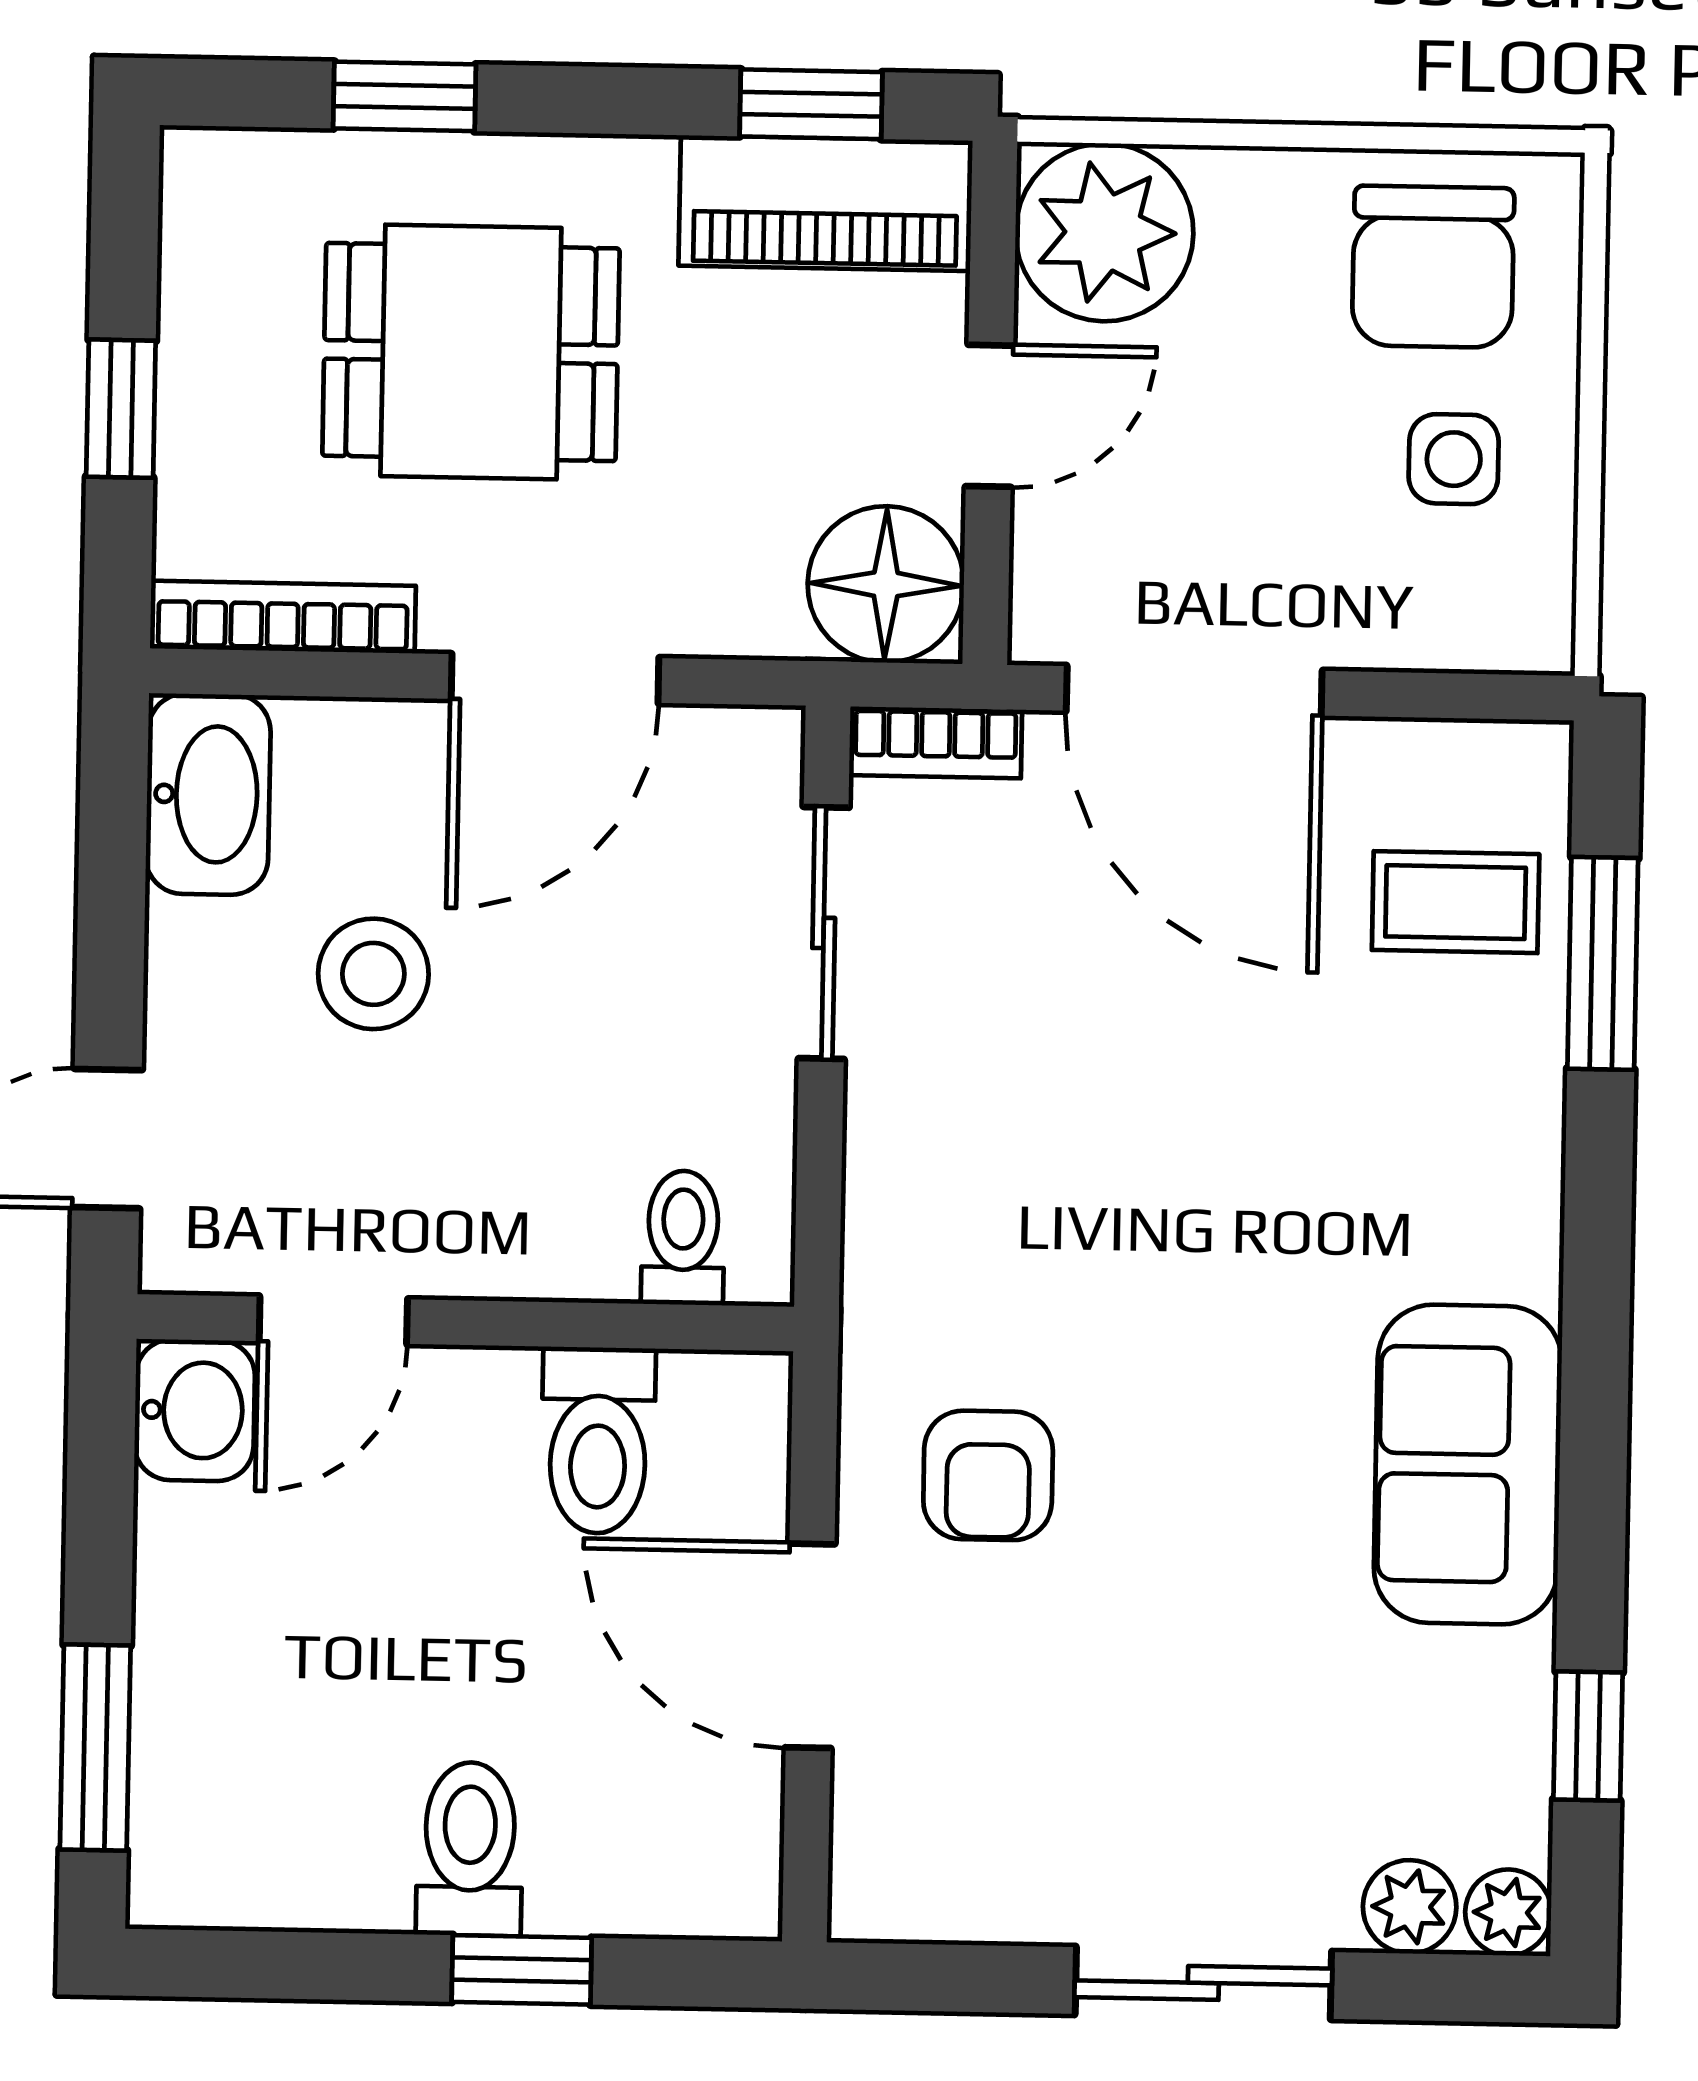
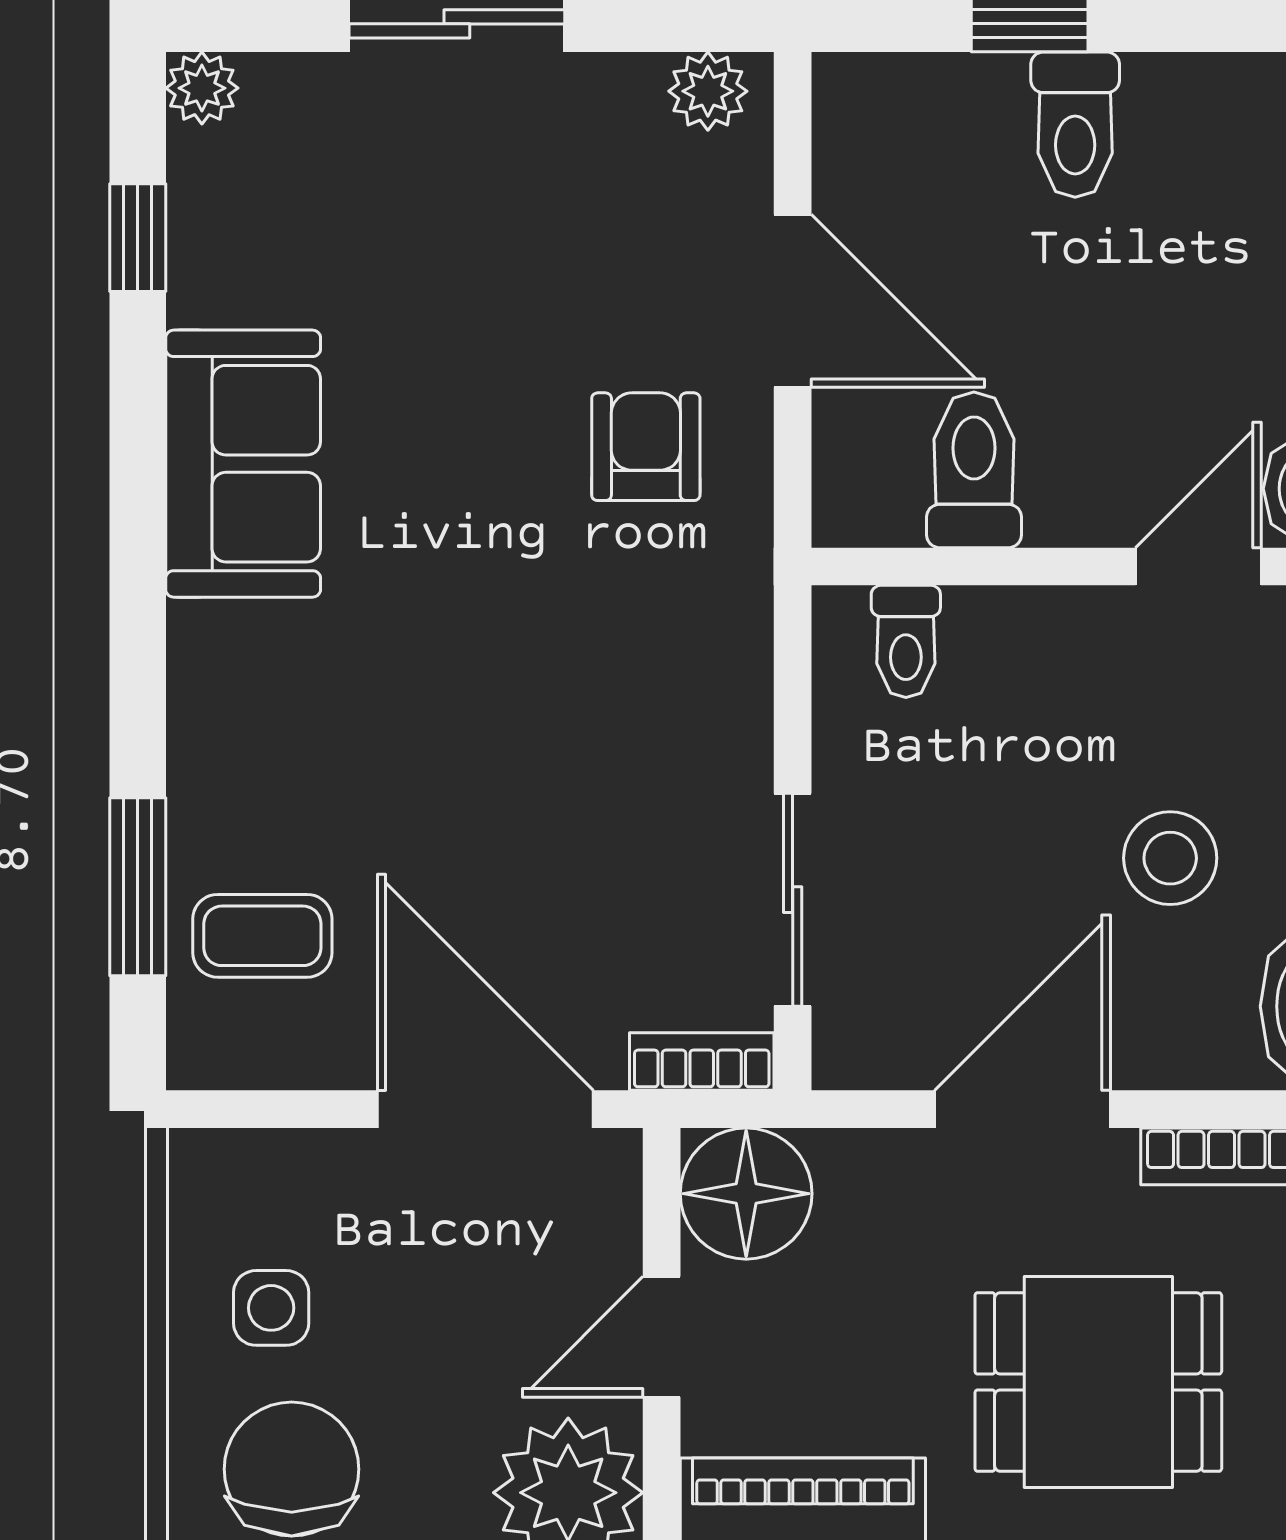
plant: (1410, 1907) -> (708, 91), moved

